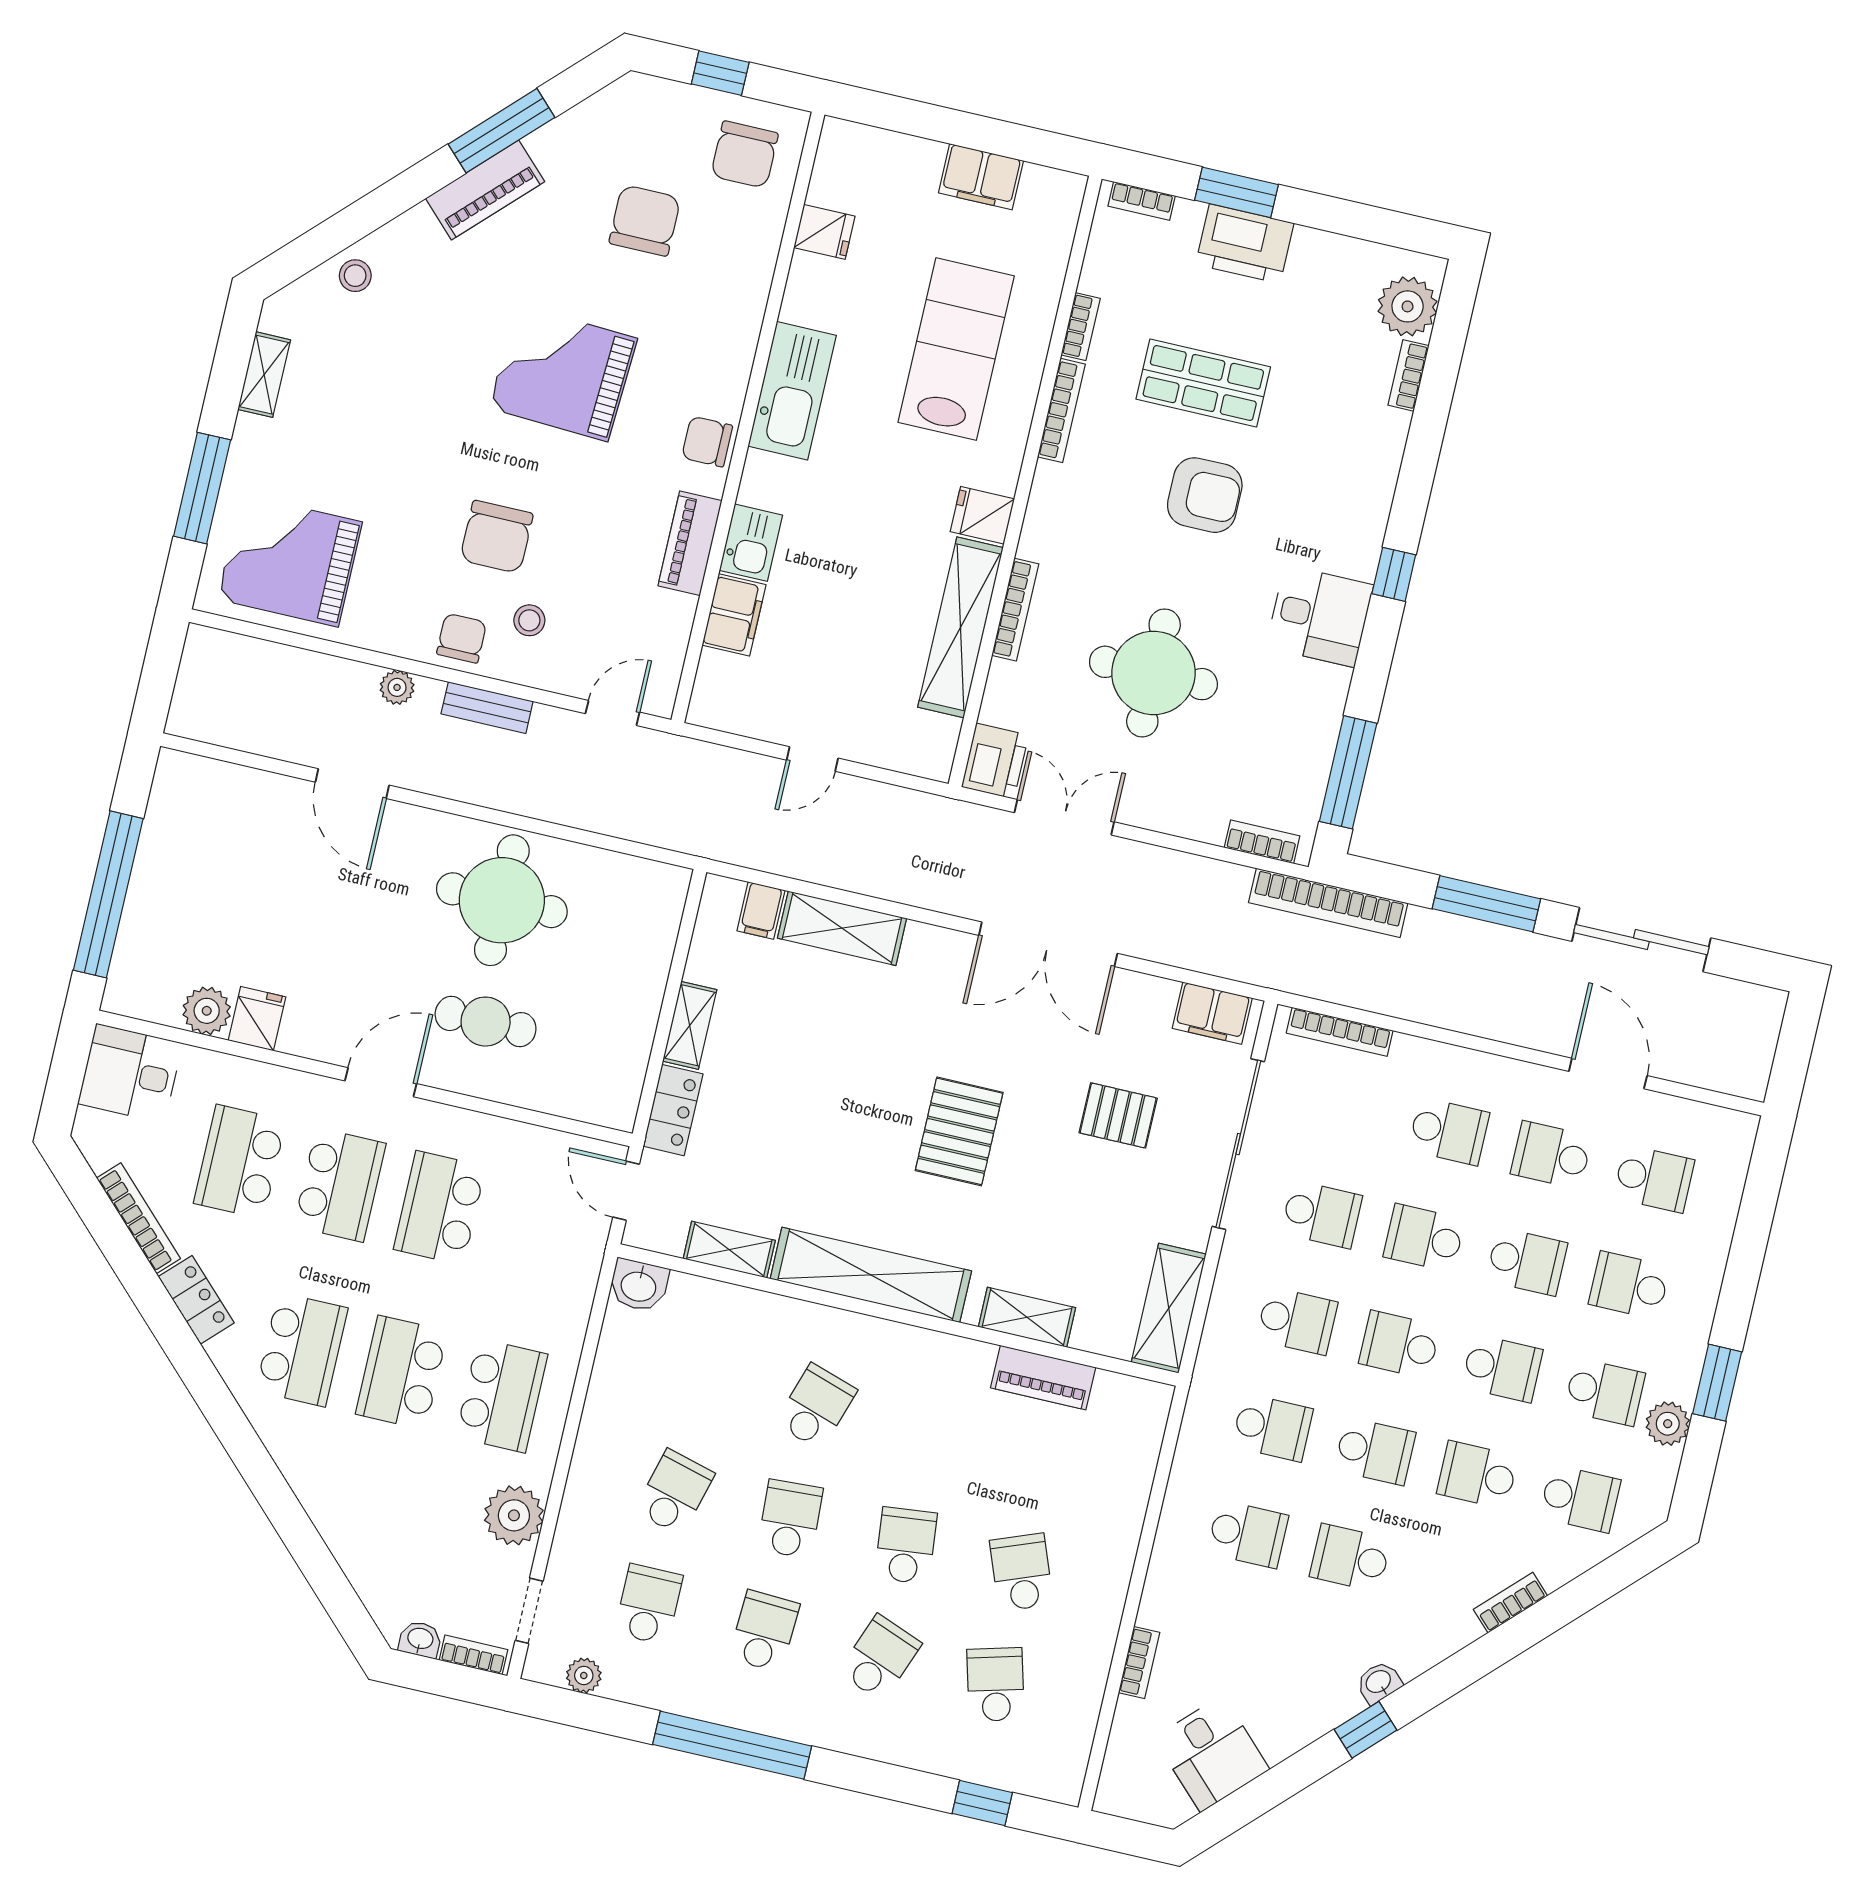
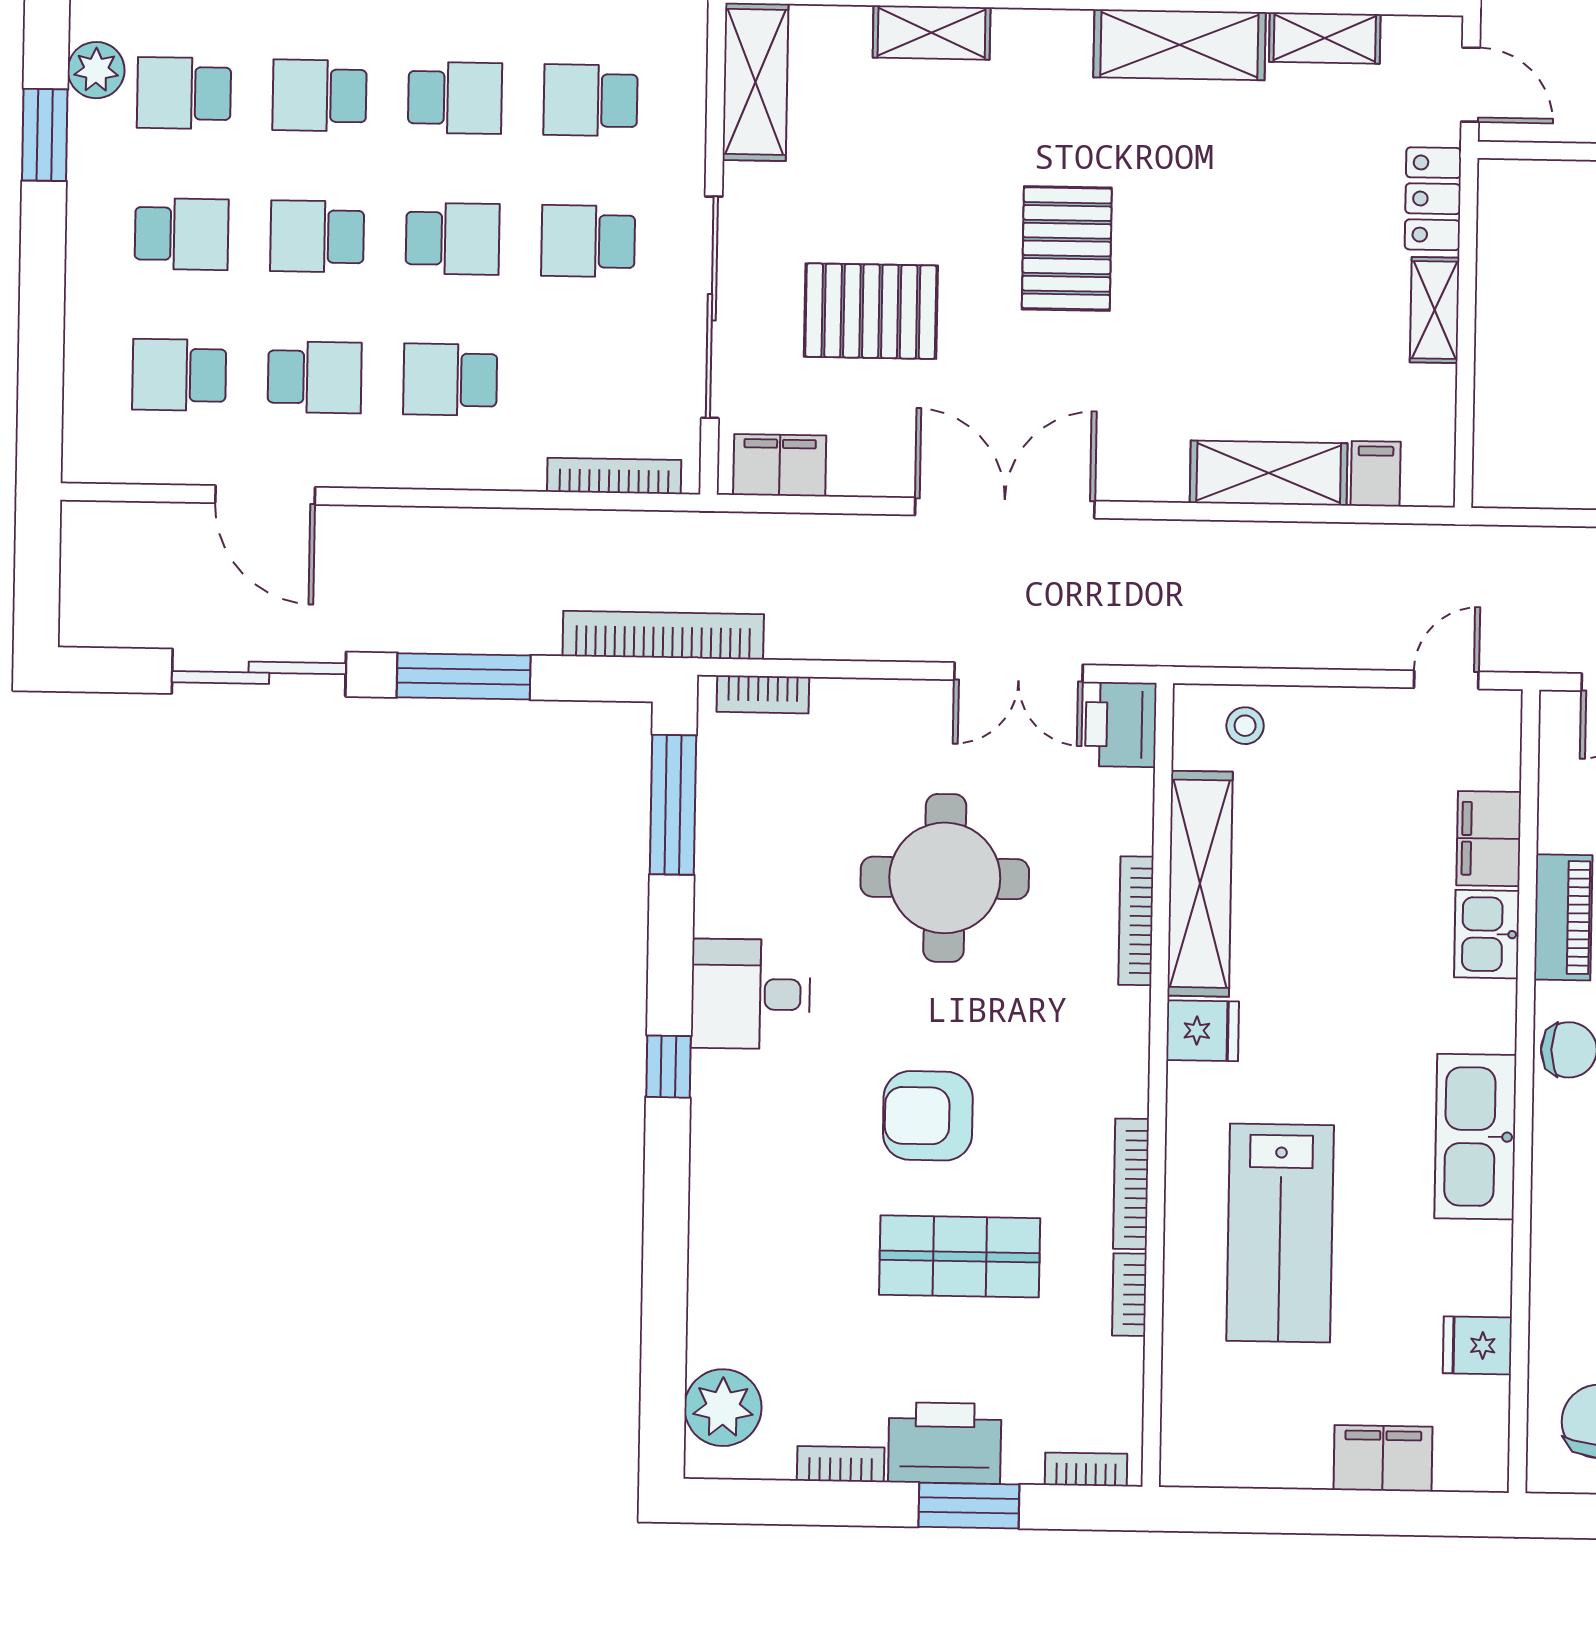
filing cabinet: (981, 177) -> (1383, 1458), moved
bookcase: (1408, 375) -> (841, 1464), moved, turned -90
stool: (901, 740) -> (1245, 726), added
door: (812, 759) -> (1446, 680), moved
pallet: (1118, 1115) -> (871, 311), width x1.50, depth x1.42
shelving: (871, 1275) -> (1179, 45), width x0.68

